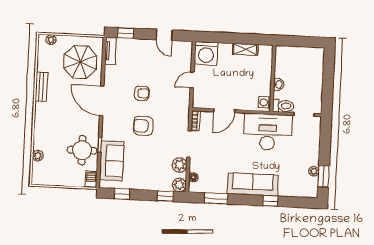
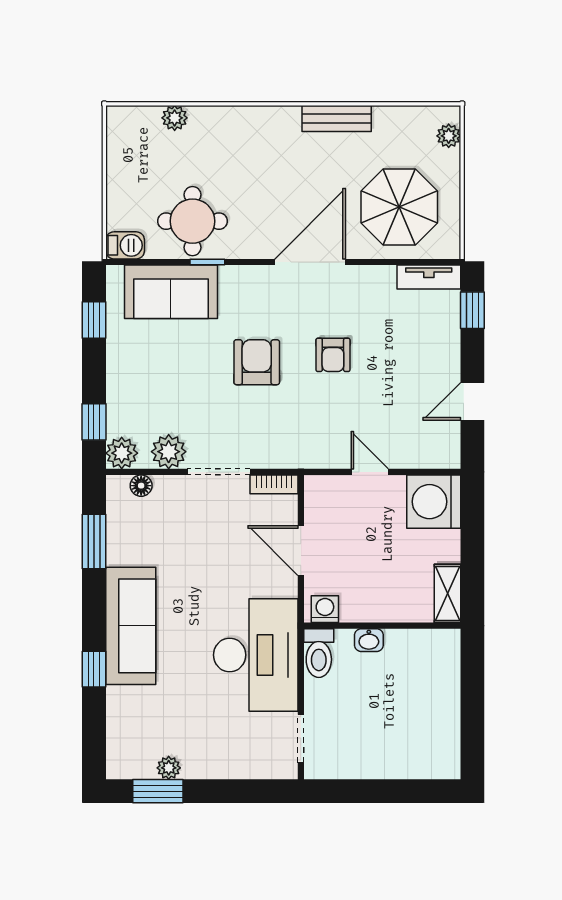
wall: (273, 78) -> (382, 626), moved
washbasin: (279, 84) -> (369, 640), moved
washing machine: (265, 102) -> (325, 609), moved
toilet: (283, 106) -> (319, 653), moved

